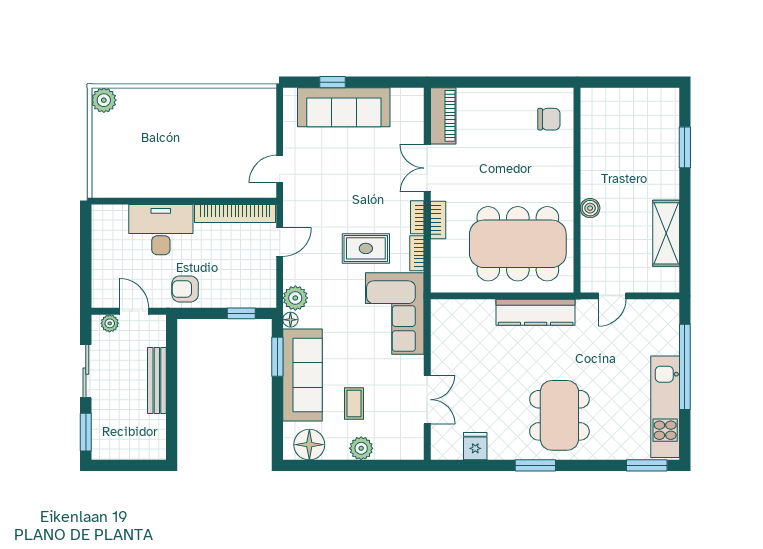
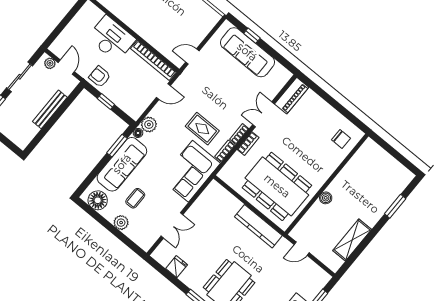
window: (241, 313) -> (106, 102), moved

